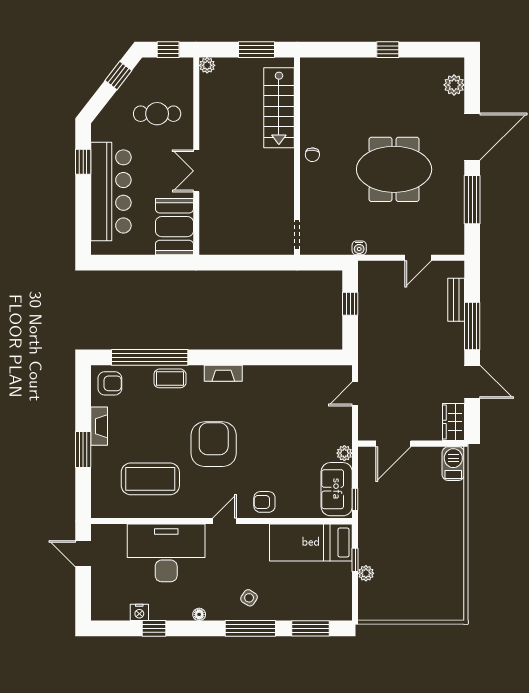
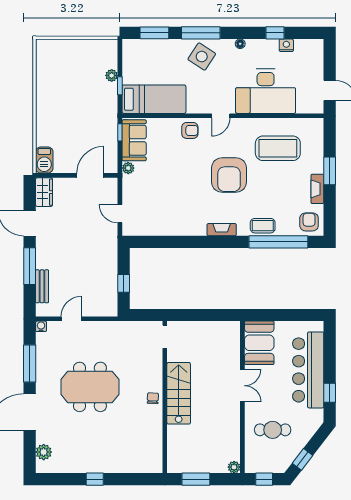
stairs: (279, 108) -> (179, 393), moved
water cooler: (359, 248) -> (41, 326), moved
armchair: (110, 383) -> (309, 222), turned 90
door: (355, 394) -> (120, 214), swing flipped
side table: (249, 598) -> (202, 57), width x1.87, depth x1.87

